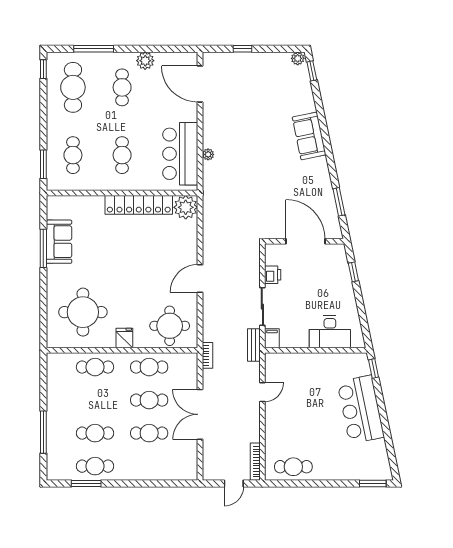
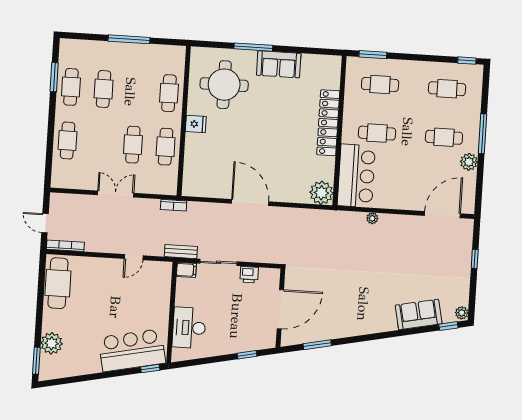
window: (94, 49) -> (483, 134), moved
cafe table: (73, 87) -> (447, 89), width x0.73, depth x0.74
sofa: (309, 136) -> (419, 314), moved
bar counter: (180, 154) -> (356, 176), moved, turned 90
locker: (139, 205) -> (328, 123), moved
sofa: (59, 242) -> (279, 64), moved
window: (43, 248) -> (253, 47), moved
door: (200, 278) -> (250, 203), width x1.36
round table: (170, 326) -> (205, 170), removed
door: (262, 392) -> (134, 257), hinge flipped
bar counter: (361, 410) -> (132, 350), moved
double door: (200, 414) -> (116, 194), width x0.73
window: (43, 432) -> (129, 39), moved
cafe table: (149, 433) -> (68, 140), moved
cafe table: (293, 467) -> (58, 283), width x1.37, depth x1.35
plant: (354, 469) -> (52, 343), added

